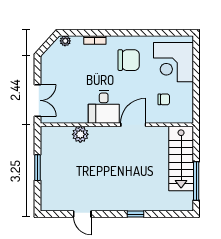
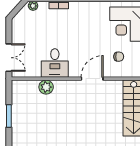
chair: (129, 60) -> (88, 22), removed
desk: (104, 107) -> (55, 63), moved

